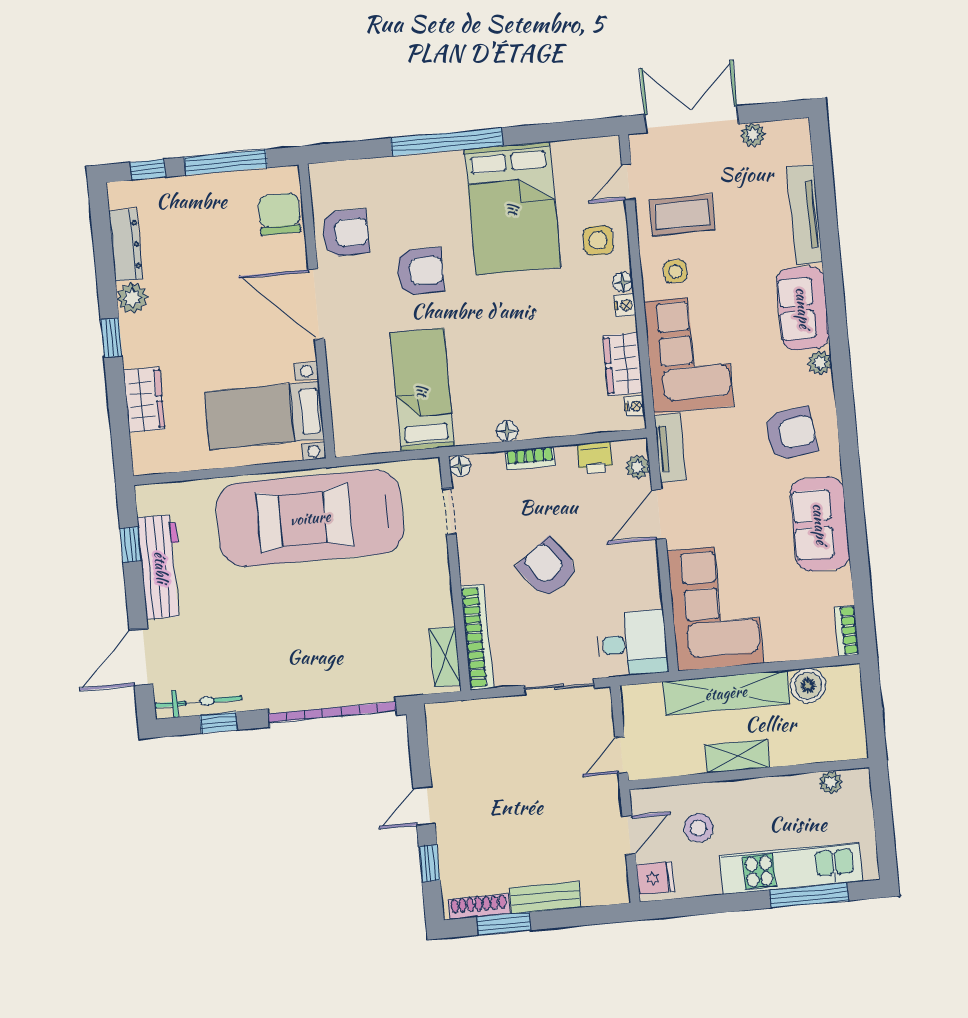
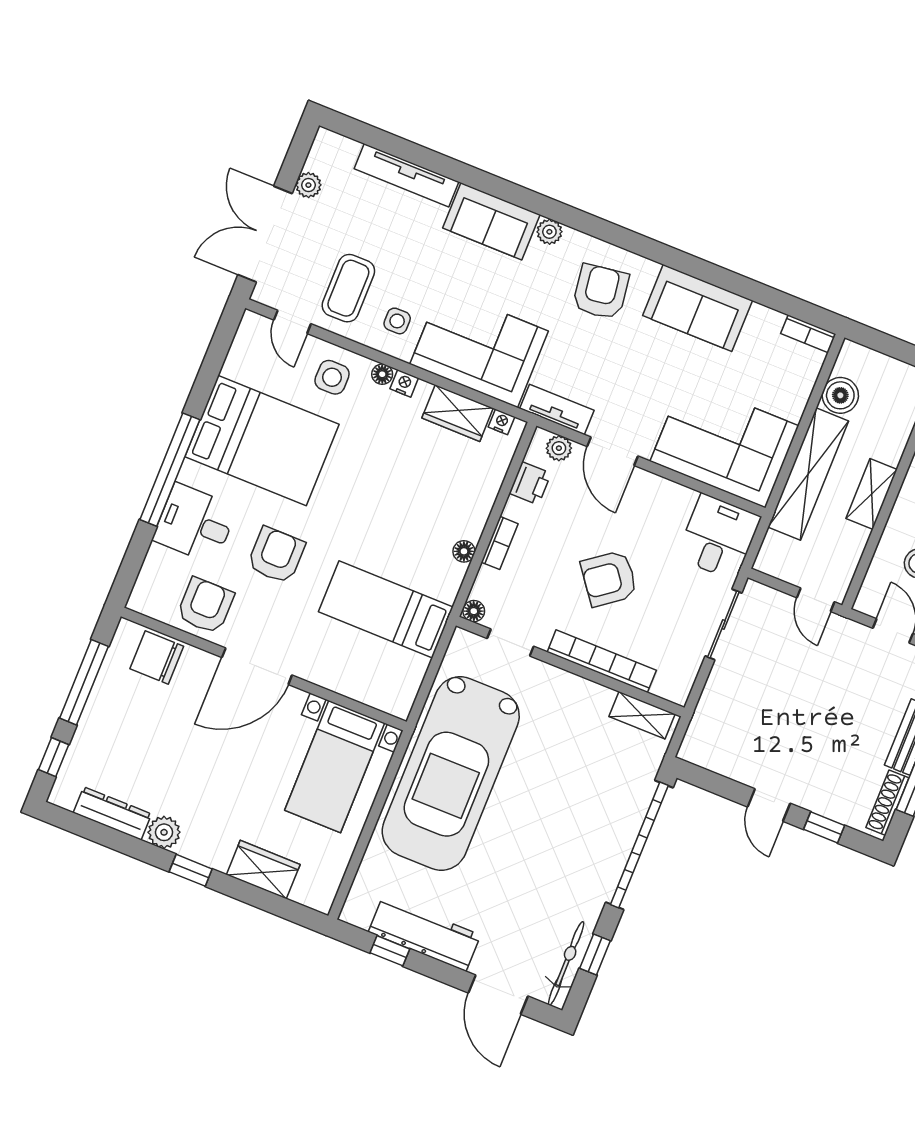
desk: (412, 187) -> (195, 523), added
bookcase: (477, 637) -> (602, 661), moved

